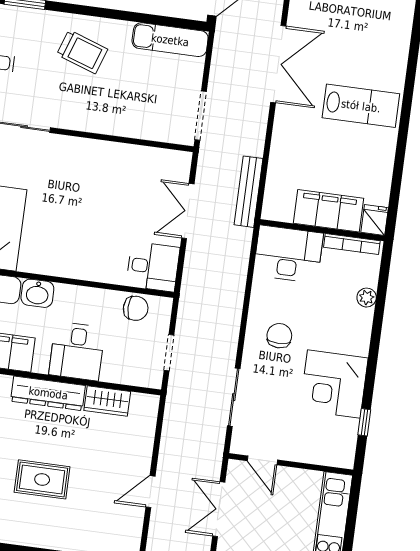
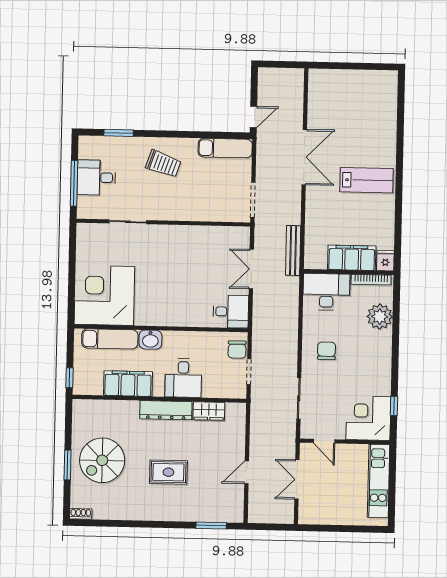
plant: (367, 298) -> (380, 317), width x1.88, depth x1.88
chair: (136, 308) -> (237, 350), moved, turned 90
corner desk: (334, 384) -> (368, 418), moved, turned 90

